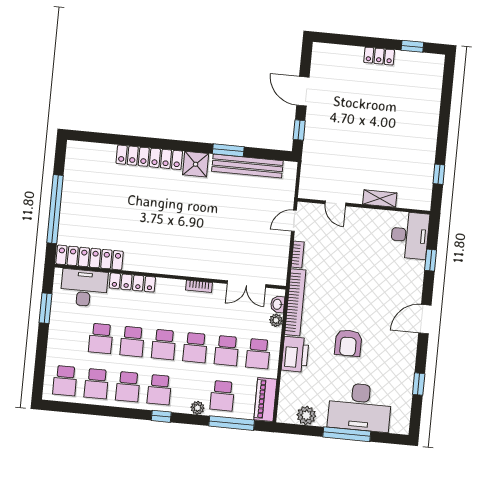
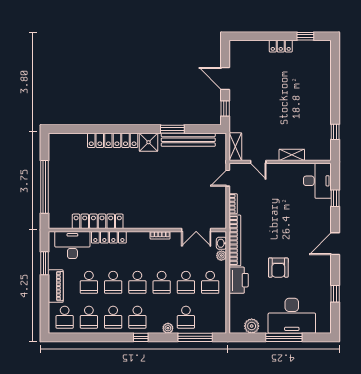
shelving: (308, 181) -> (235, 147), added
locker: (90, 258) -> (98, 221), moved
piano: (265, 399) -> (56, 286), moved, turned 180

